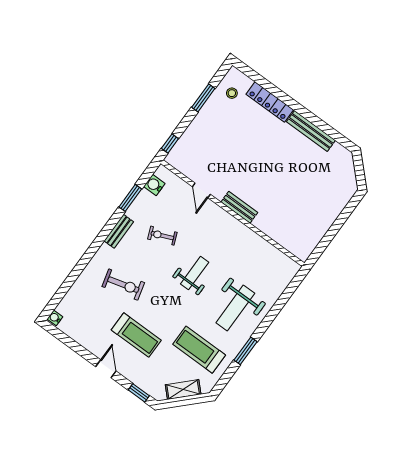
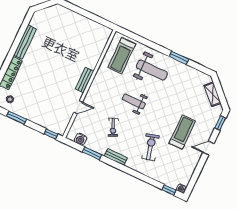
window: (56, 300) -> (169, 190), added
treadmill: (199, 350) -> (122, 56), moved

